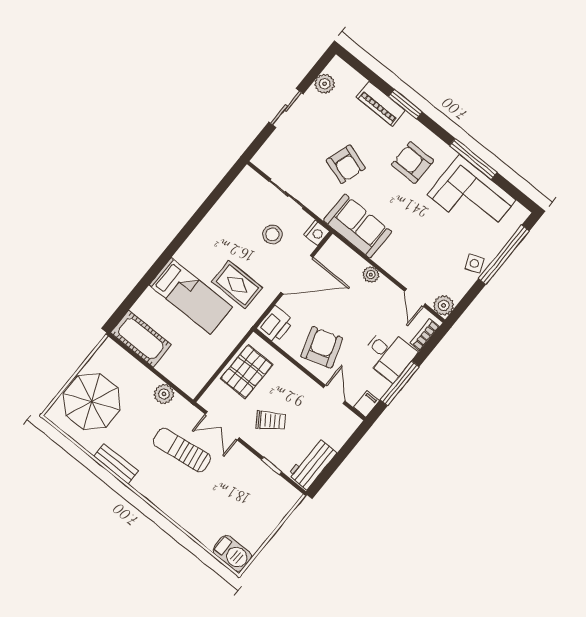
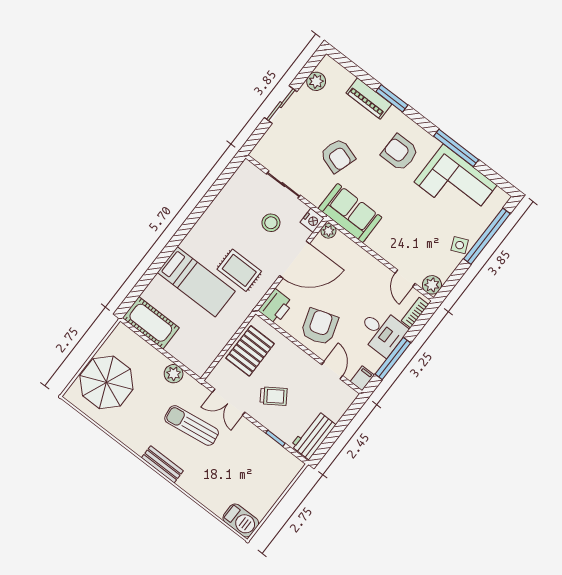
plant: (371, 275) -> (328, 231), moved
bench: (116, 464) -> (162, 464), moved

